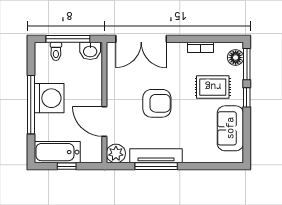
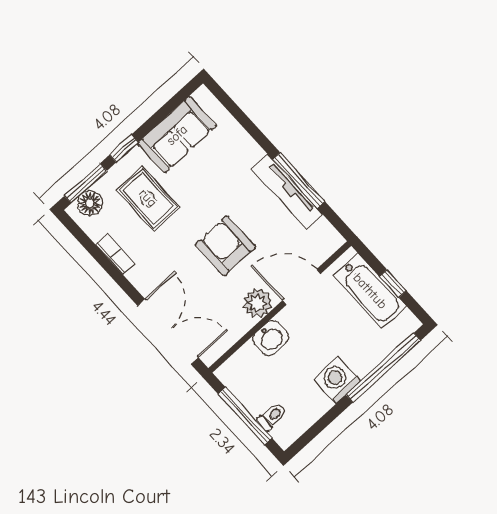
washbasin: (90, 51) -> (271, 338), moved, turned 90
washing machine: (49, 98) -> (337, 380), width x0.73, depth x0.73
window: (31, 105) -> (383, 368), moved
door: (104, 121) -> (302, 287), swing flipped
bathtub: (57, 152) -> (370, 291), moved
plant: (116, 153) -> (257, 303), moved

